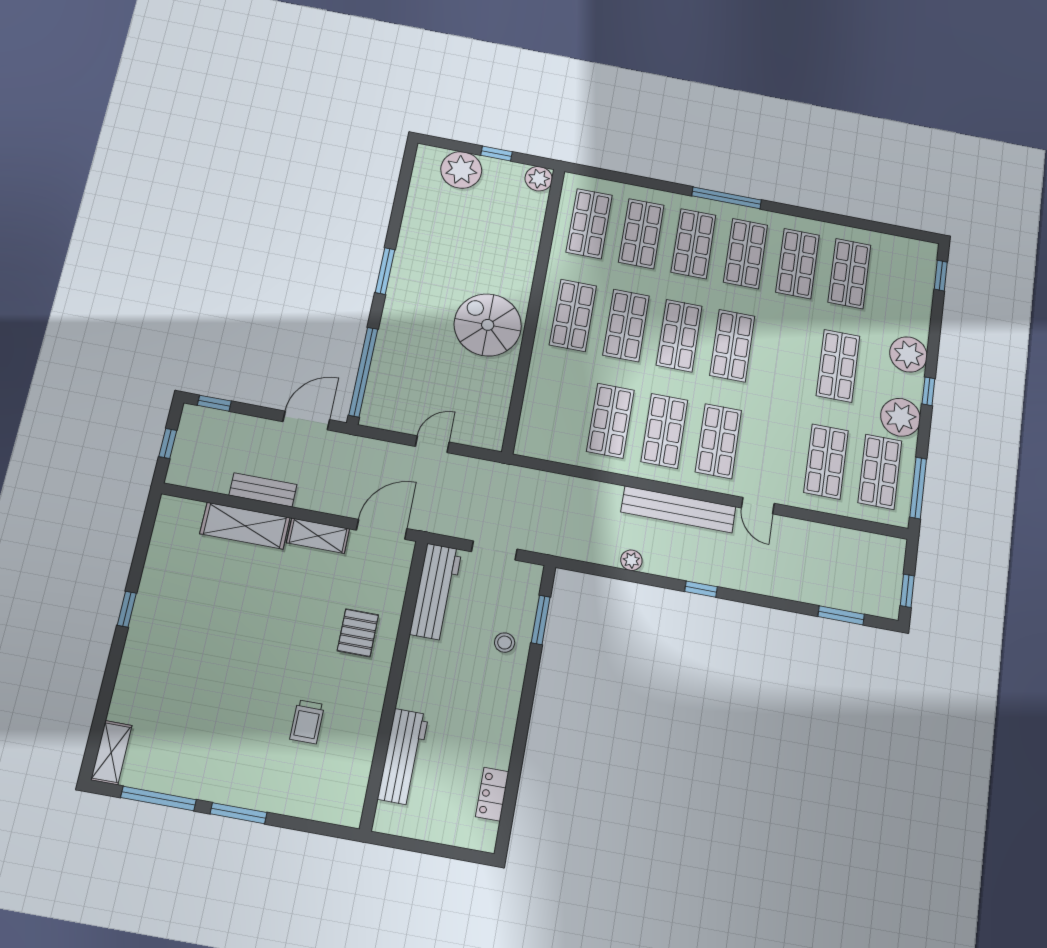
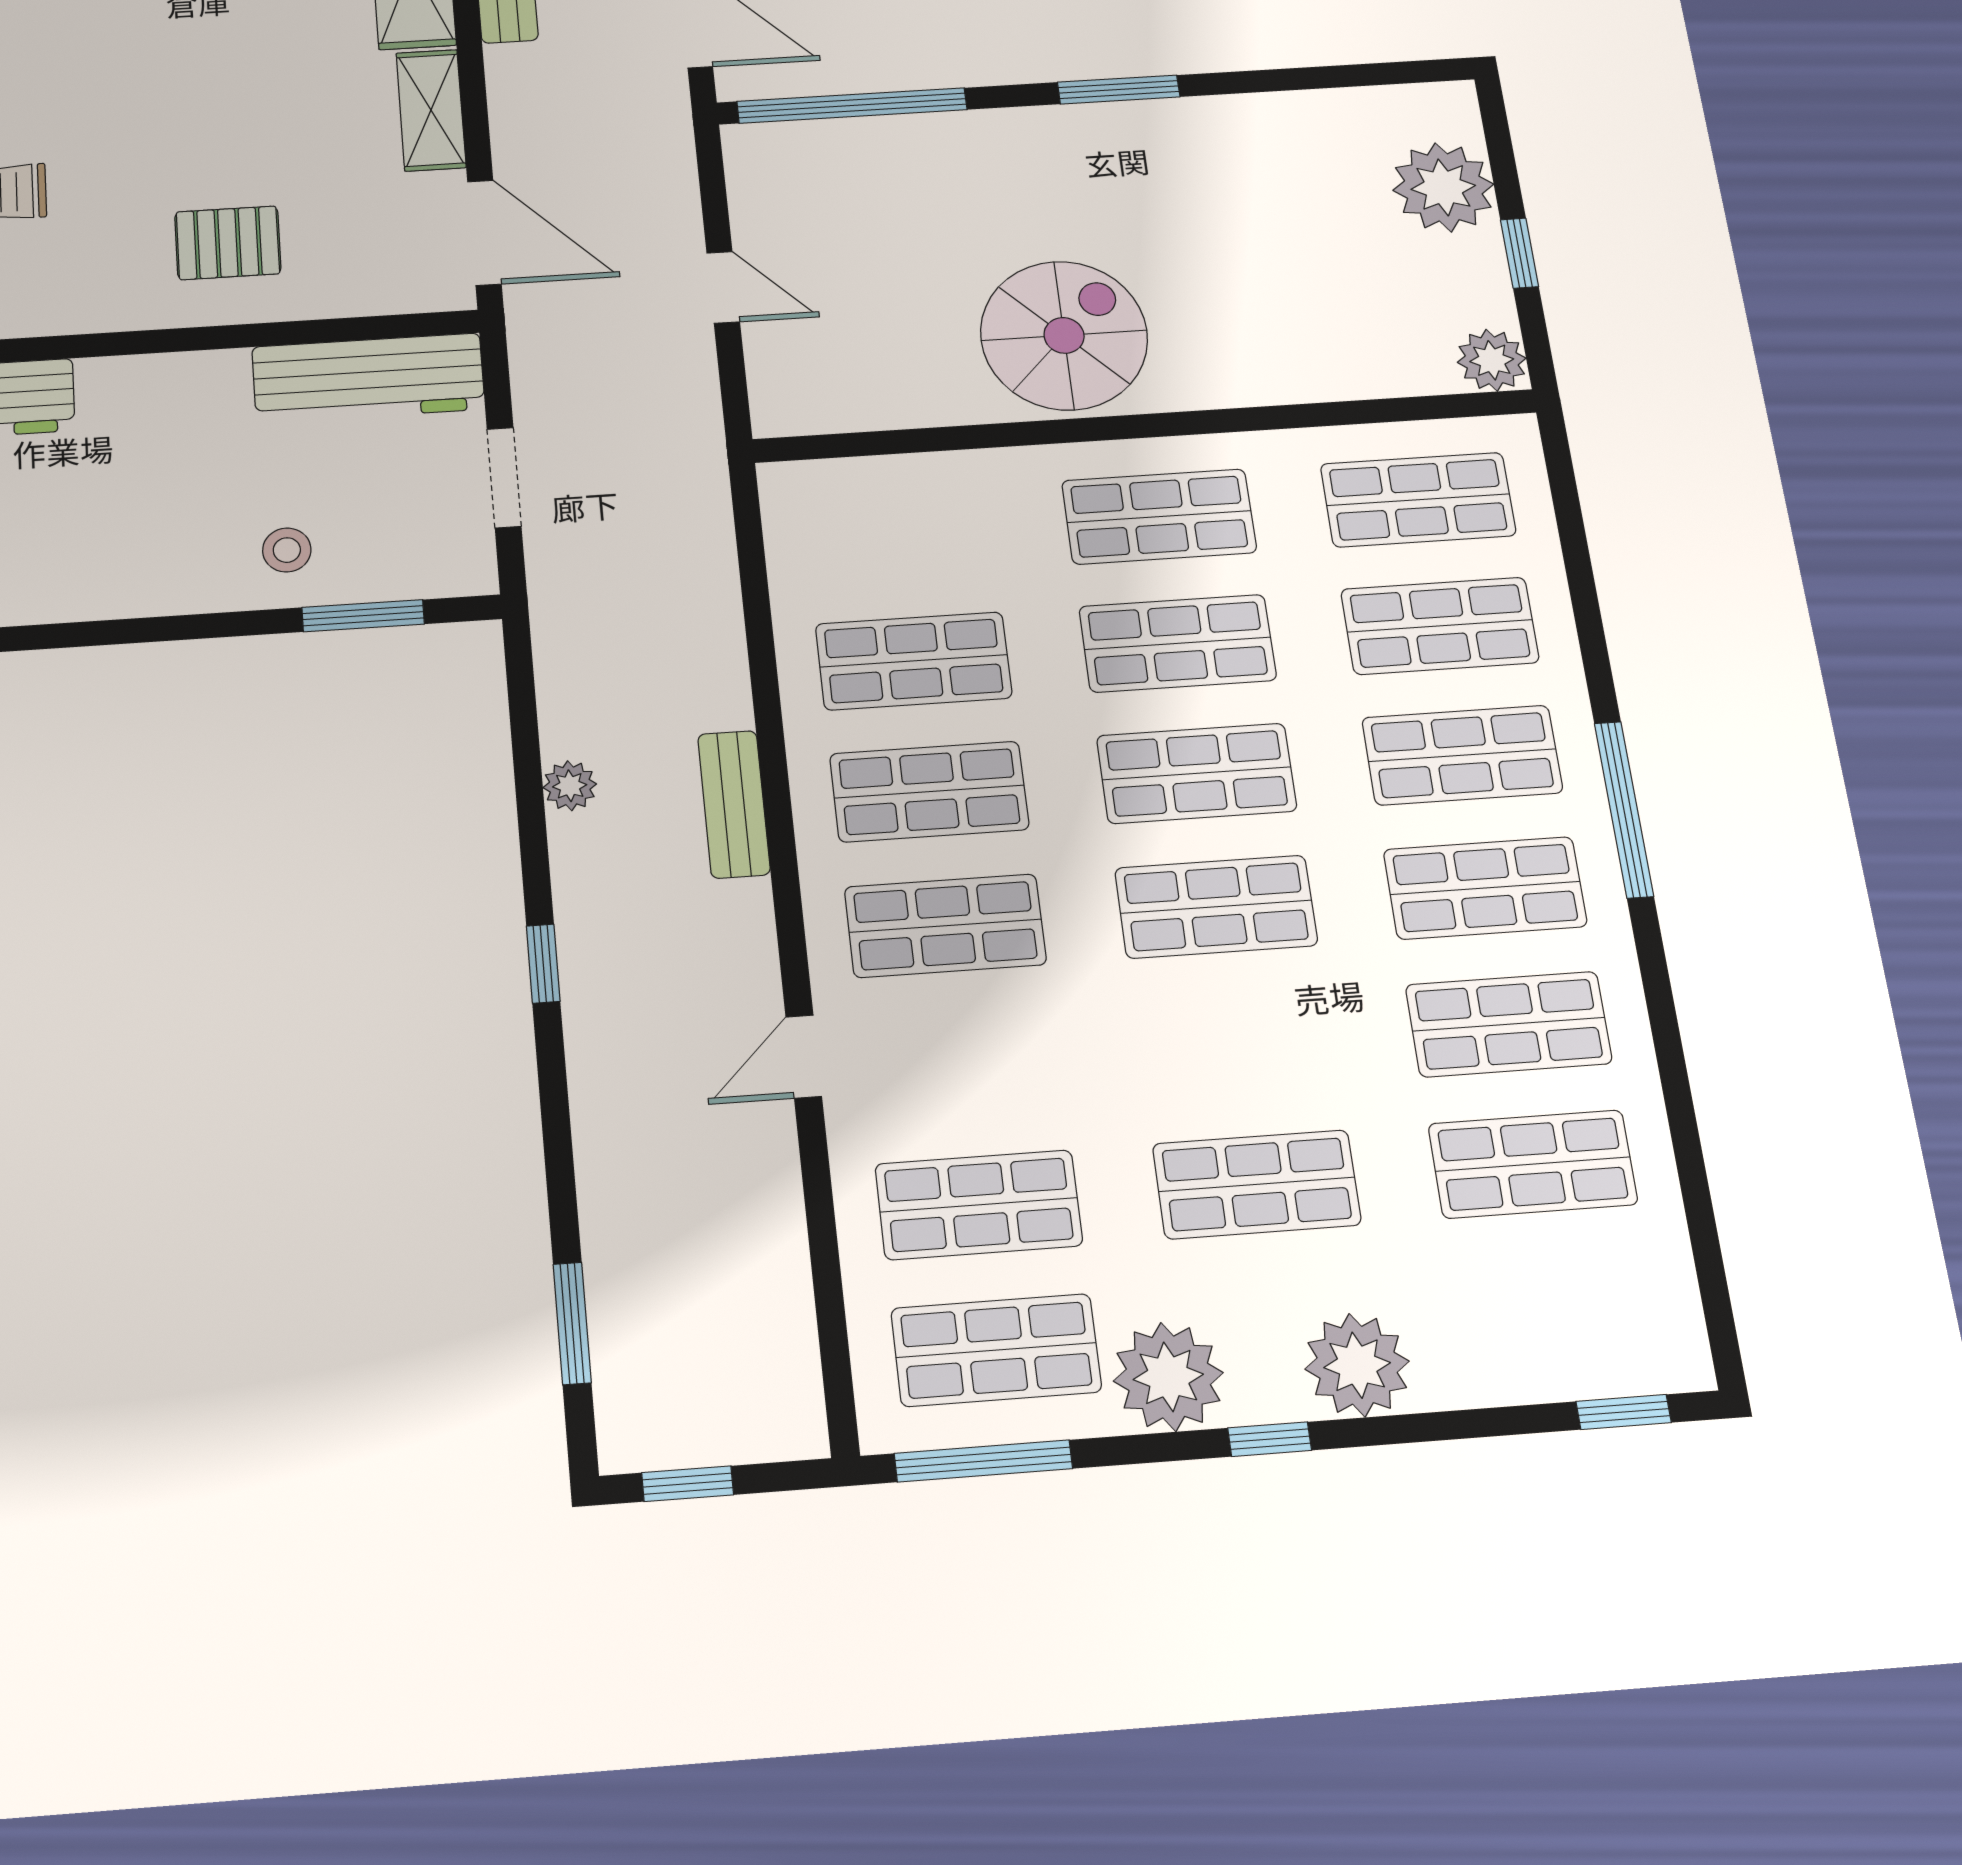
bench: (678, 509) -> (734, 804), width x0.54, depth x0.82

